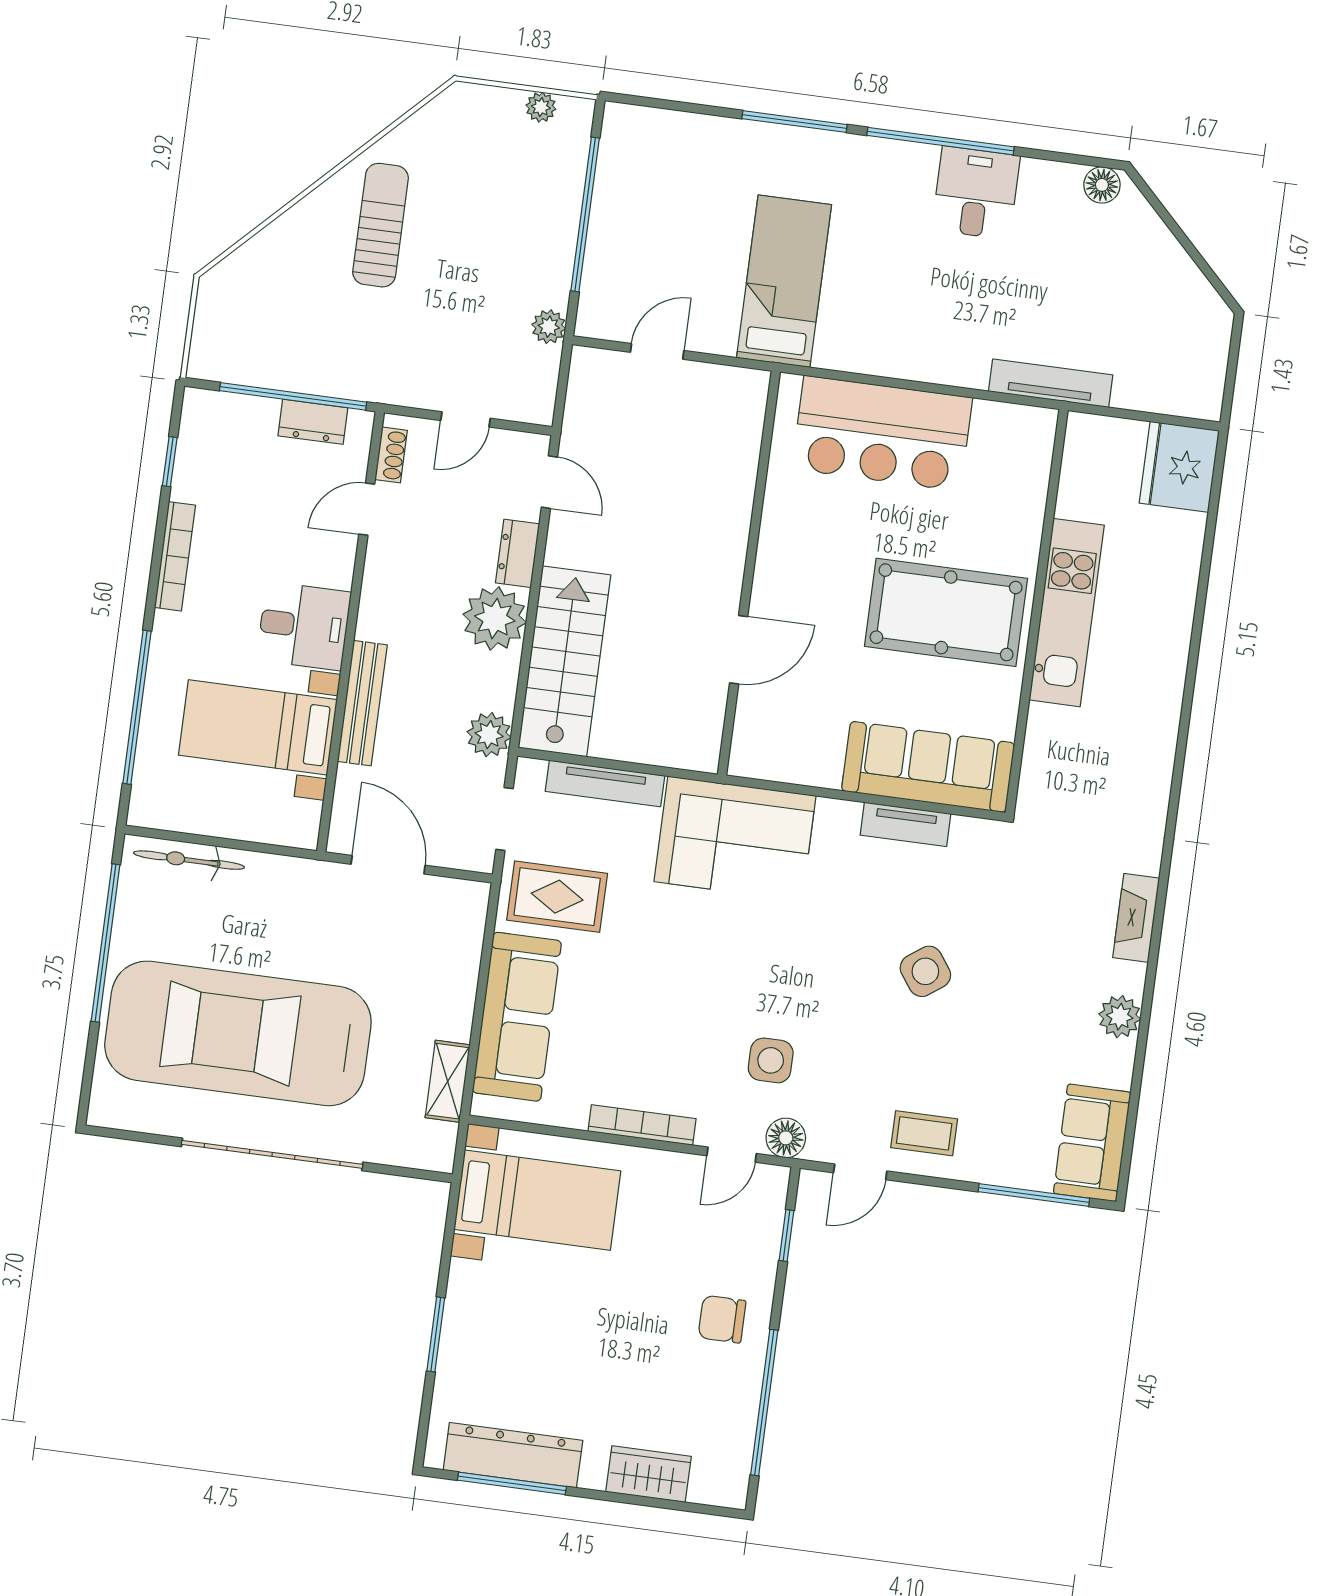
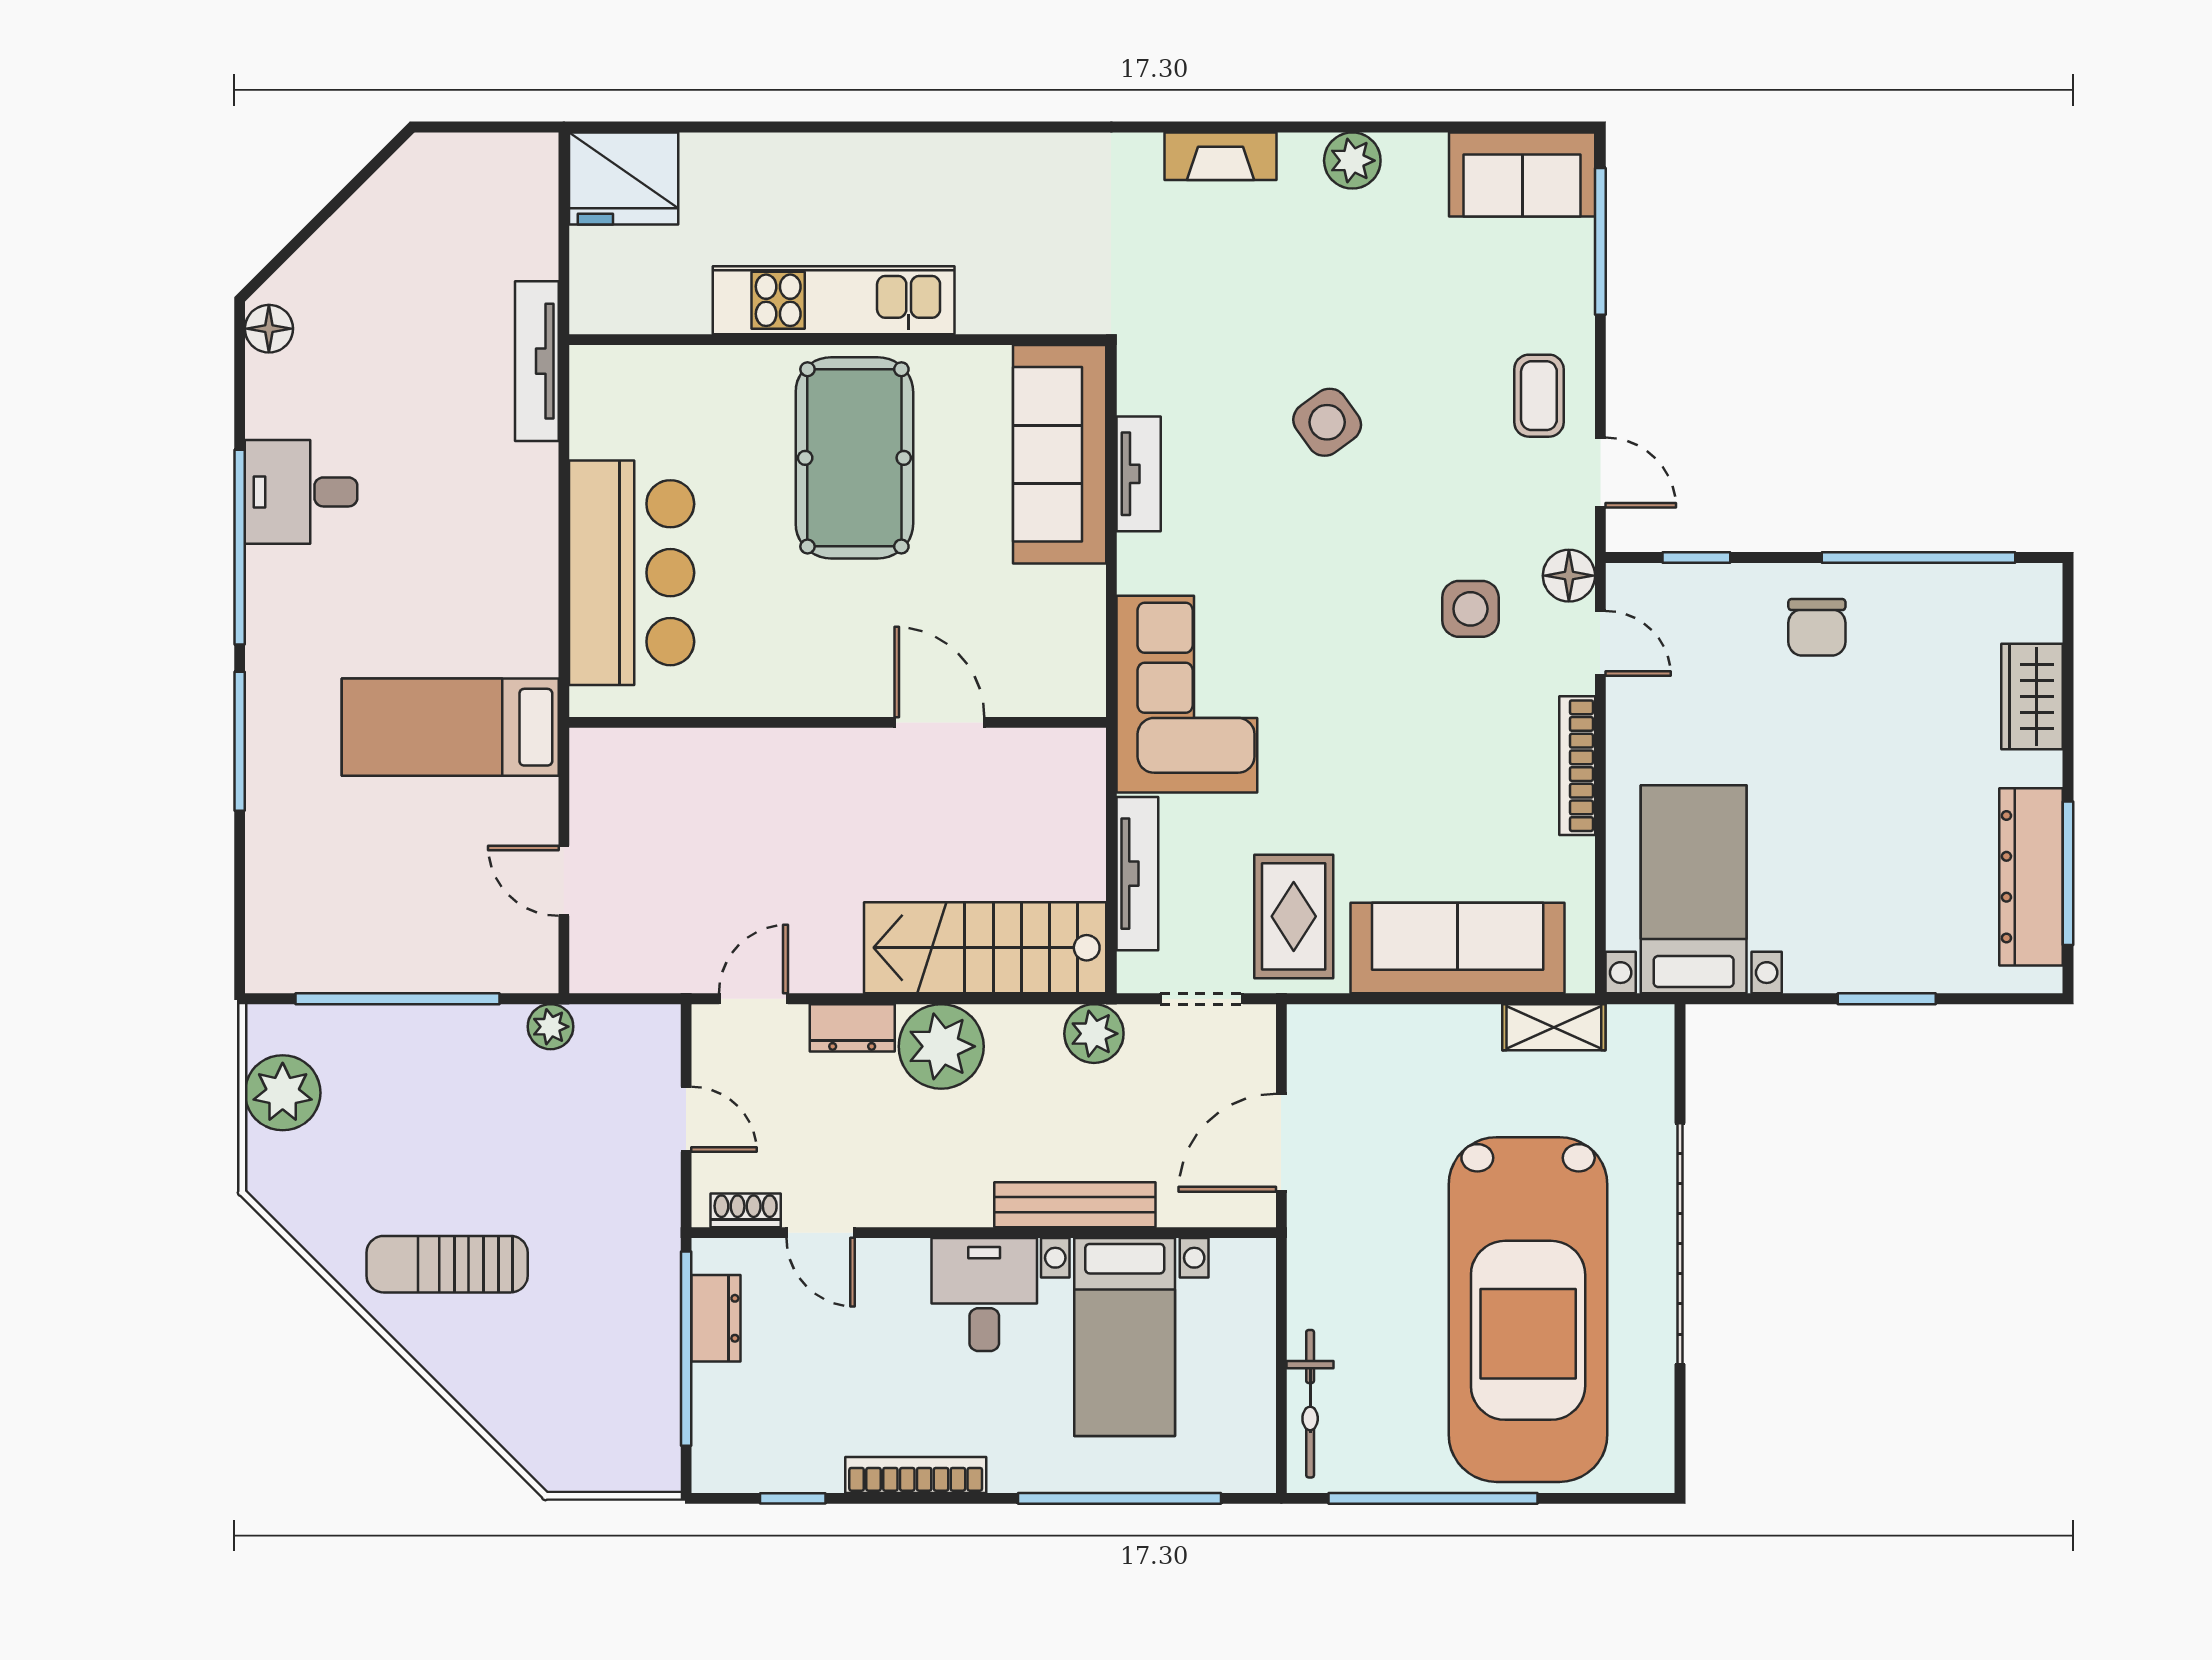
plant: (541, 107) -> (283, 1093), width x1.88, depth x1.88

